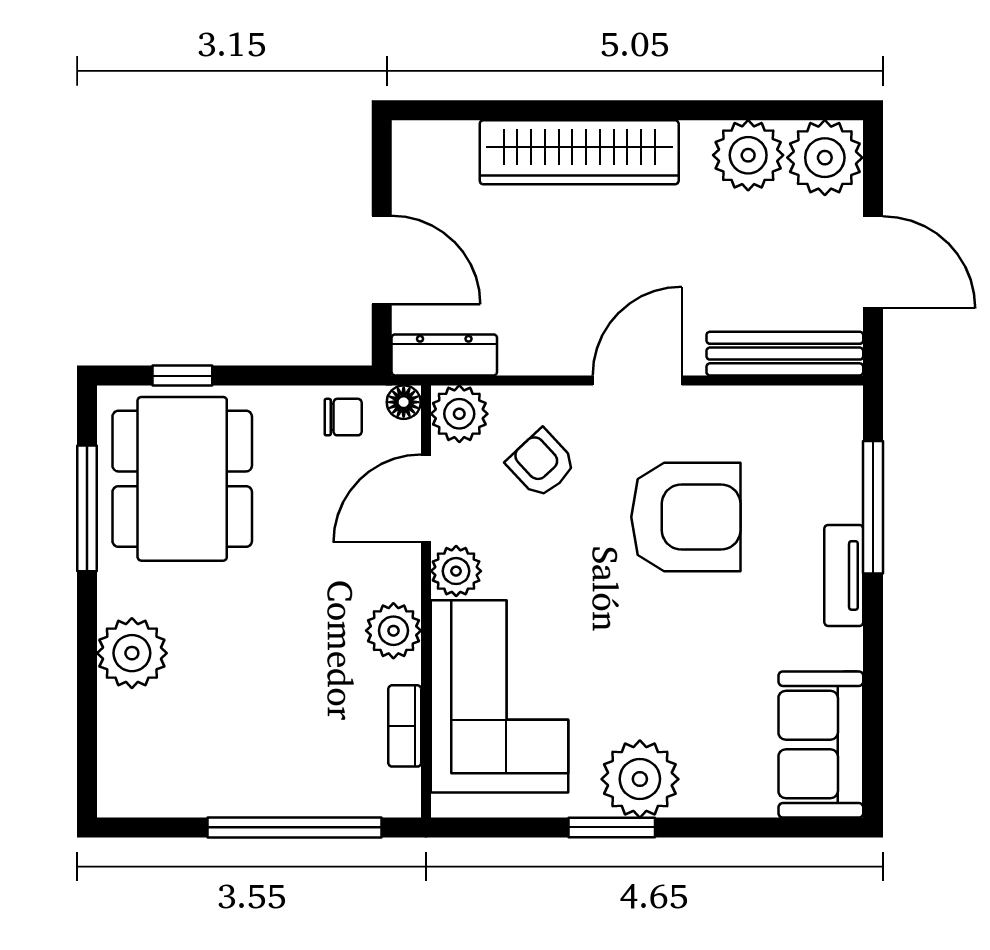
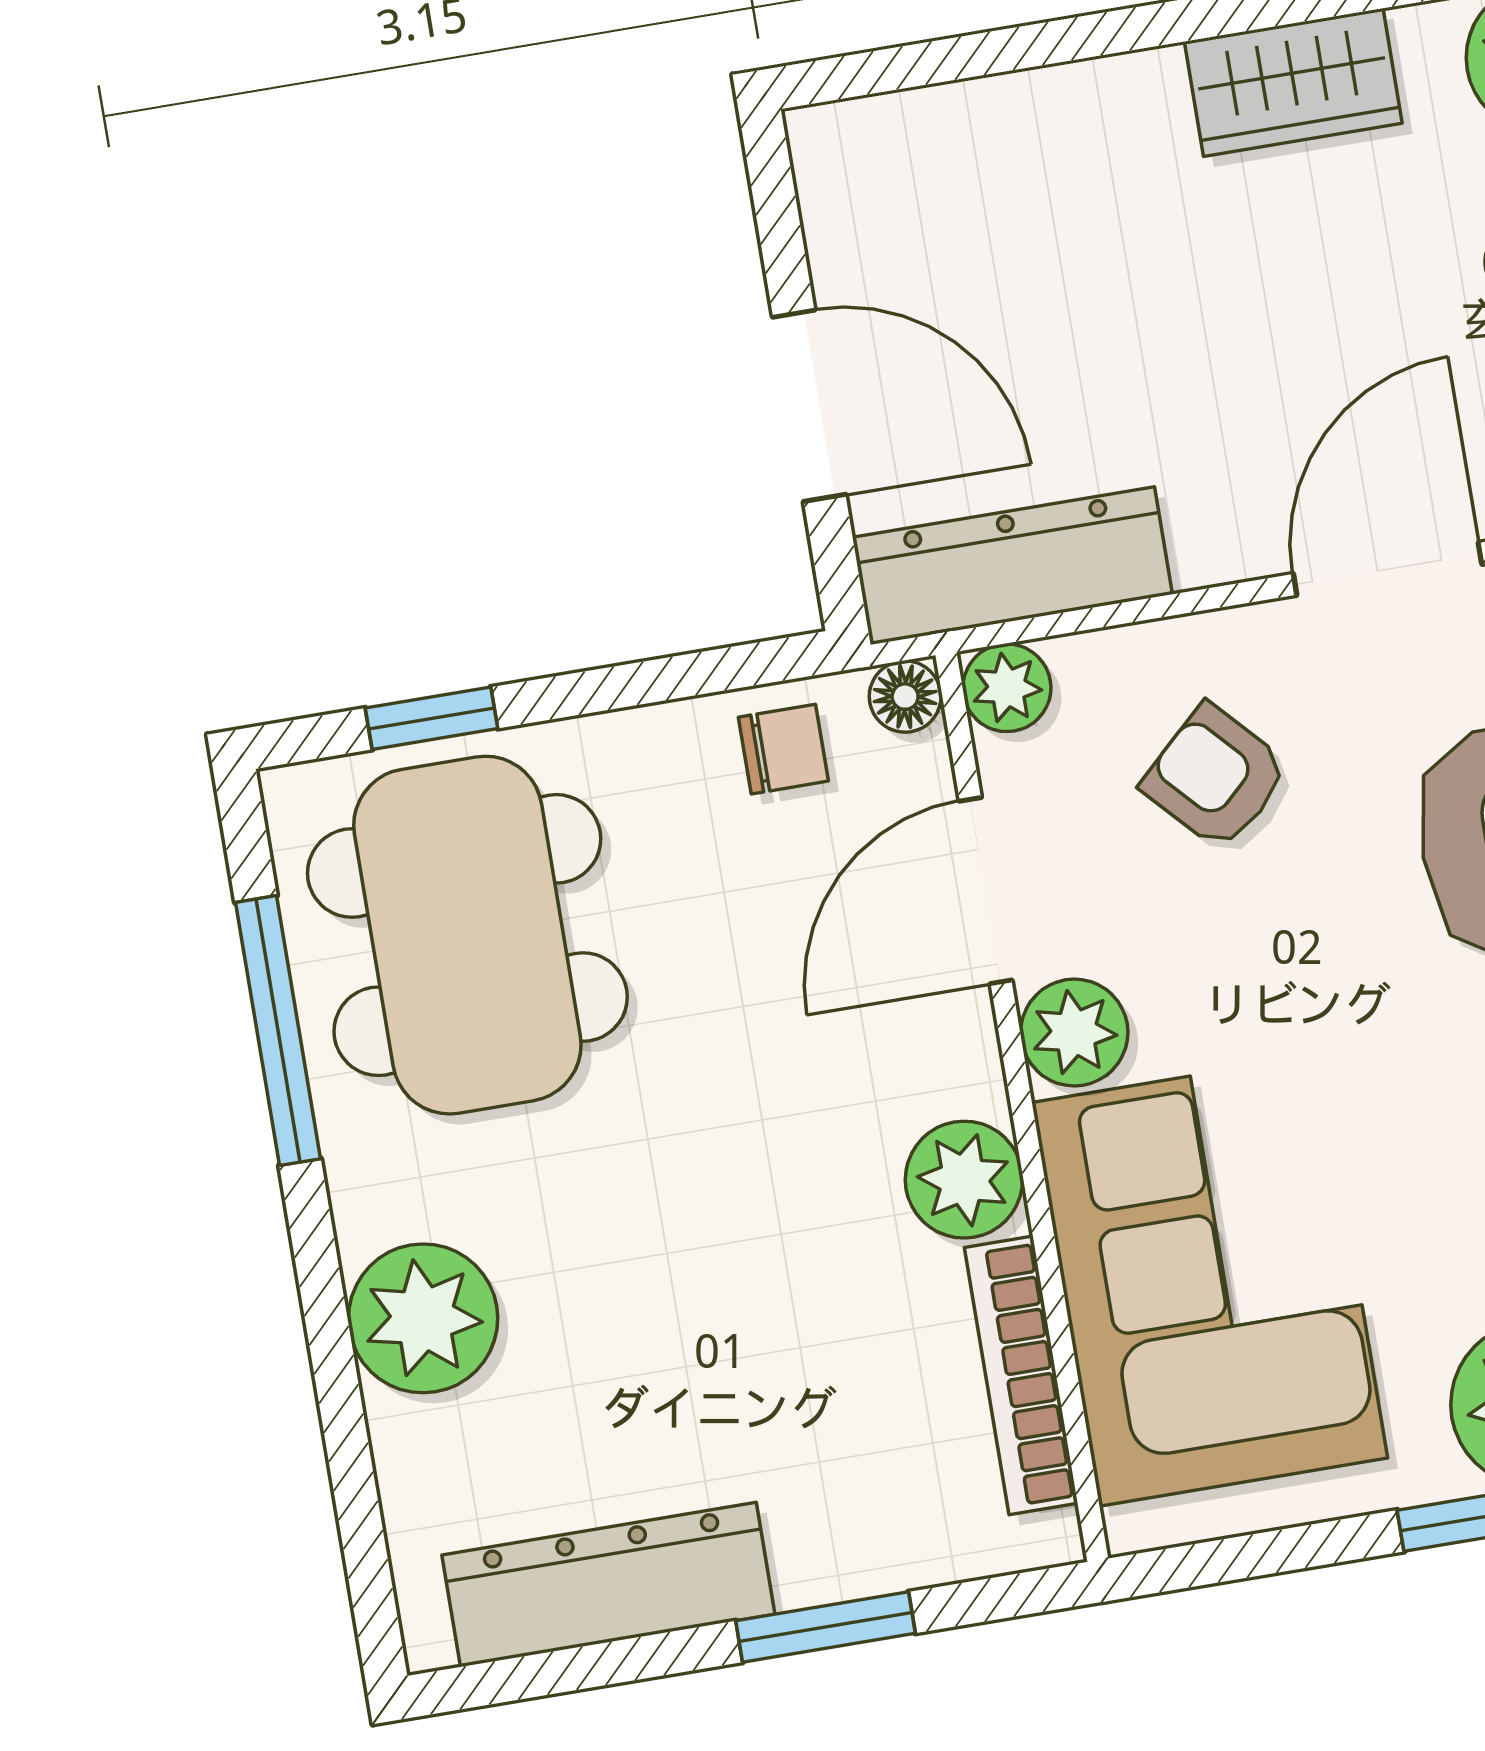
wardrobe: (579, 152) -> (1293, 82), width x0.48, depth x0.85
dresser: (444, 355) -> (1012, 566), width x1.37, depth x1.24
plant: (459, 414) -> (1007, 688), width x0.73, depth x0.73
bookcase: (405, 726) -> (1021, 1375), width x1.56
dresser: (197, 791) -> (608, 1585), added
window: (295, 827) -> (825, 1627), width x0.47

